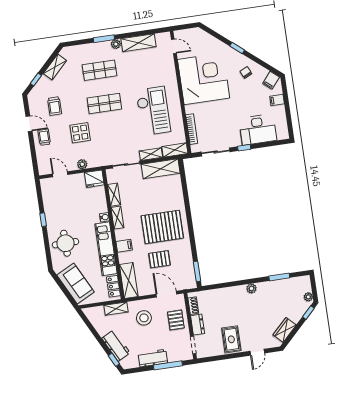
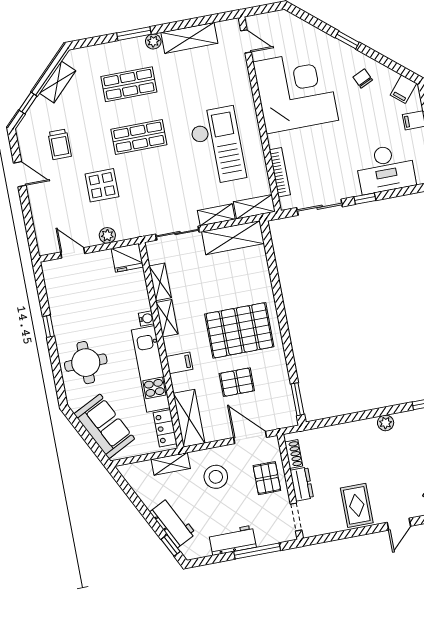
trolley: (44, 137) -> (45, 195), removed

